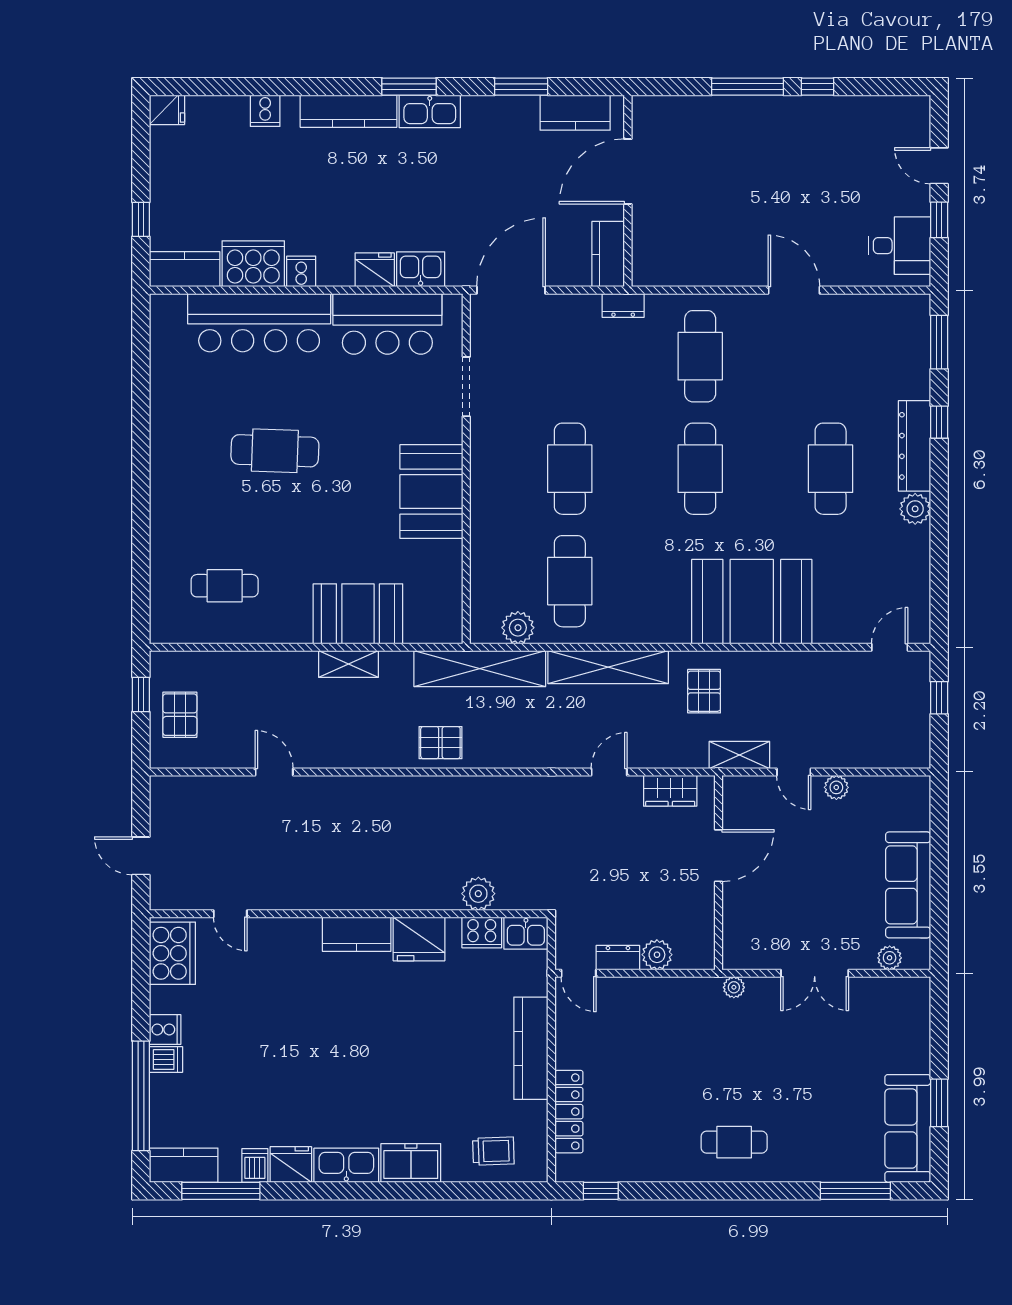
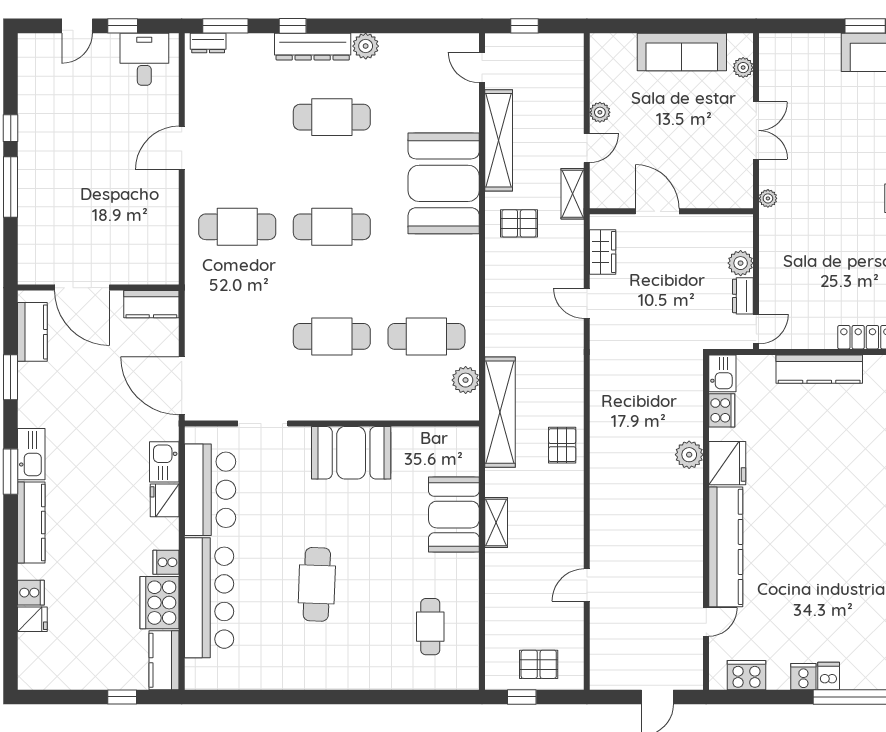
fridge: (167, 110) -> (32, 619), moved, turned 90
dresser: (623, 305) -> (208, 43), moved, turned 90
shelving: (608, 667) -> (499, 140), moved
plant: (478, 894) -> (689, 455), moved
kitchen counter: (357, 934) -> (726, 547), width x2.08, depth x1.17
cooker: (172, 953) -> (746, 675), width x0.73, depth x0.76

